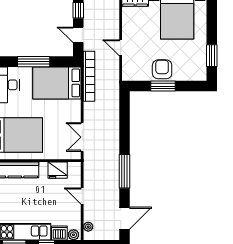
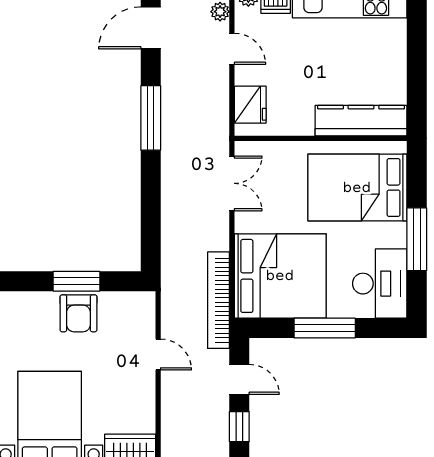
bed: (57, 83) -> (280, 276), width x1.36
fridge: (58, 170) -> (250, 105), moved, turned 90
door: (82, 196) -> (232, 49), moved

